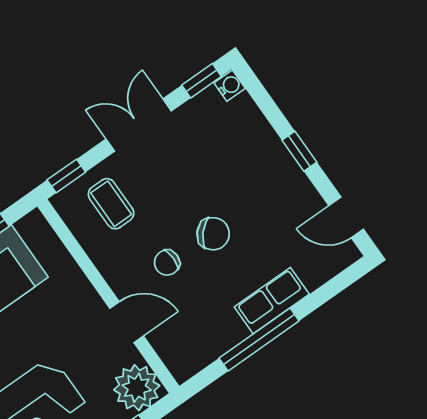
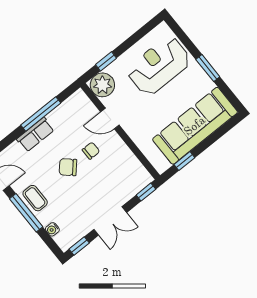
water cooler: (230, 86) -> (52, 229), moved
window: (299, 151) -> (26, 213), width x2.17
coffee table: (111, 204) -> (35, 198), moved

